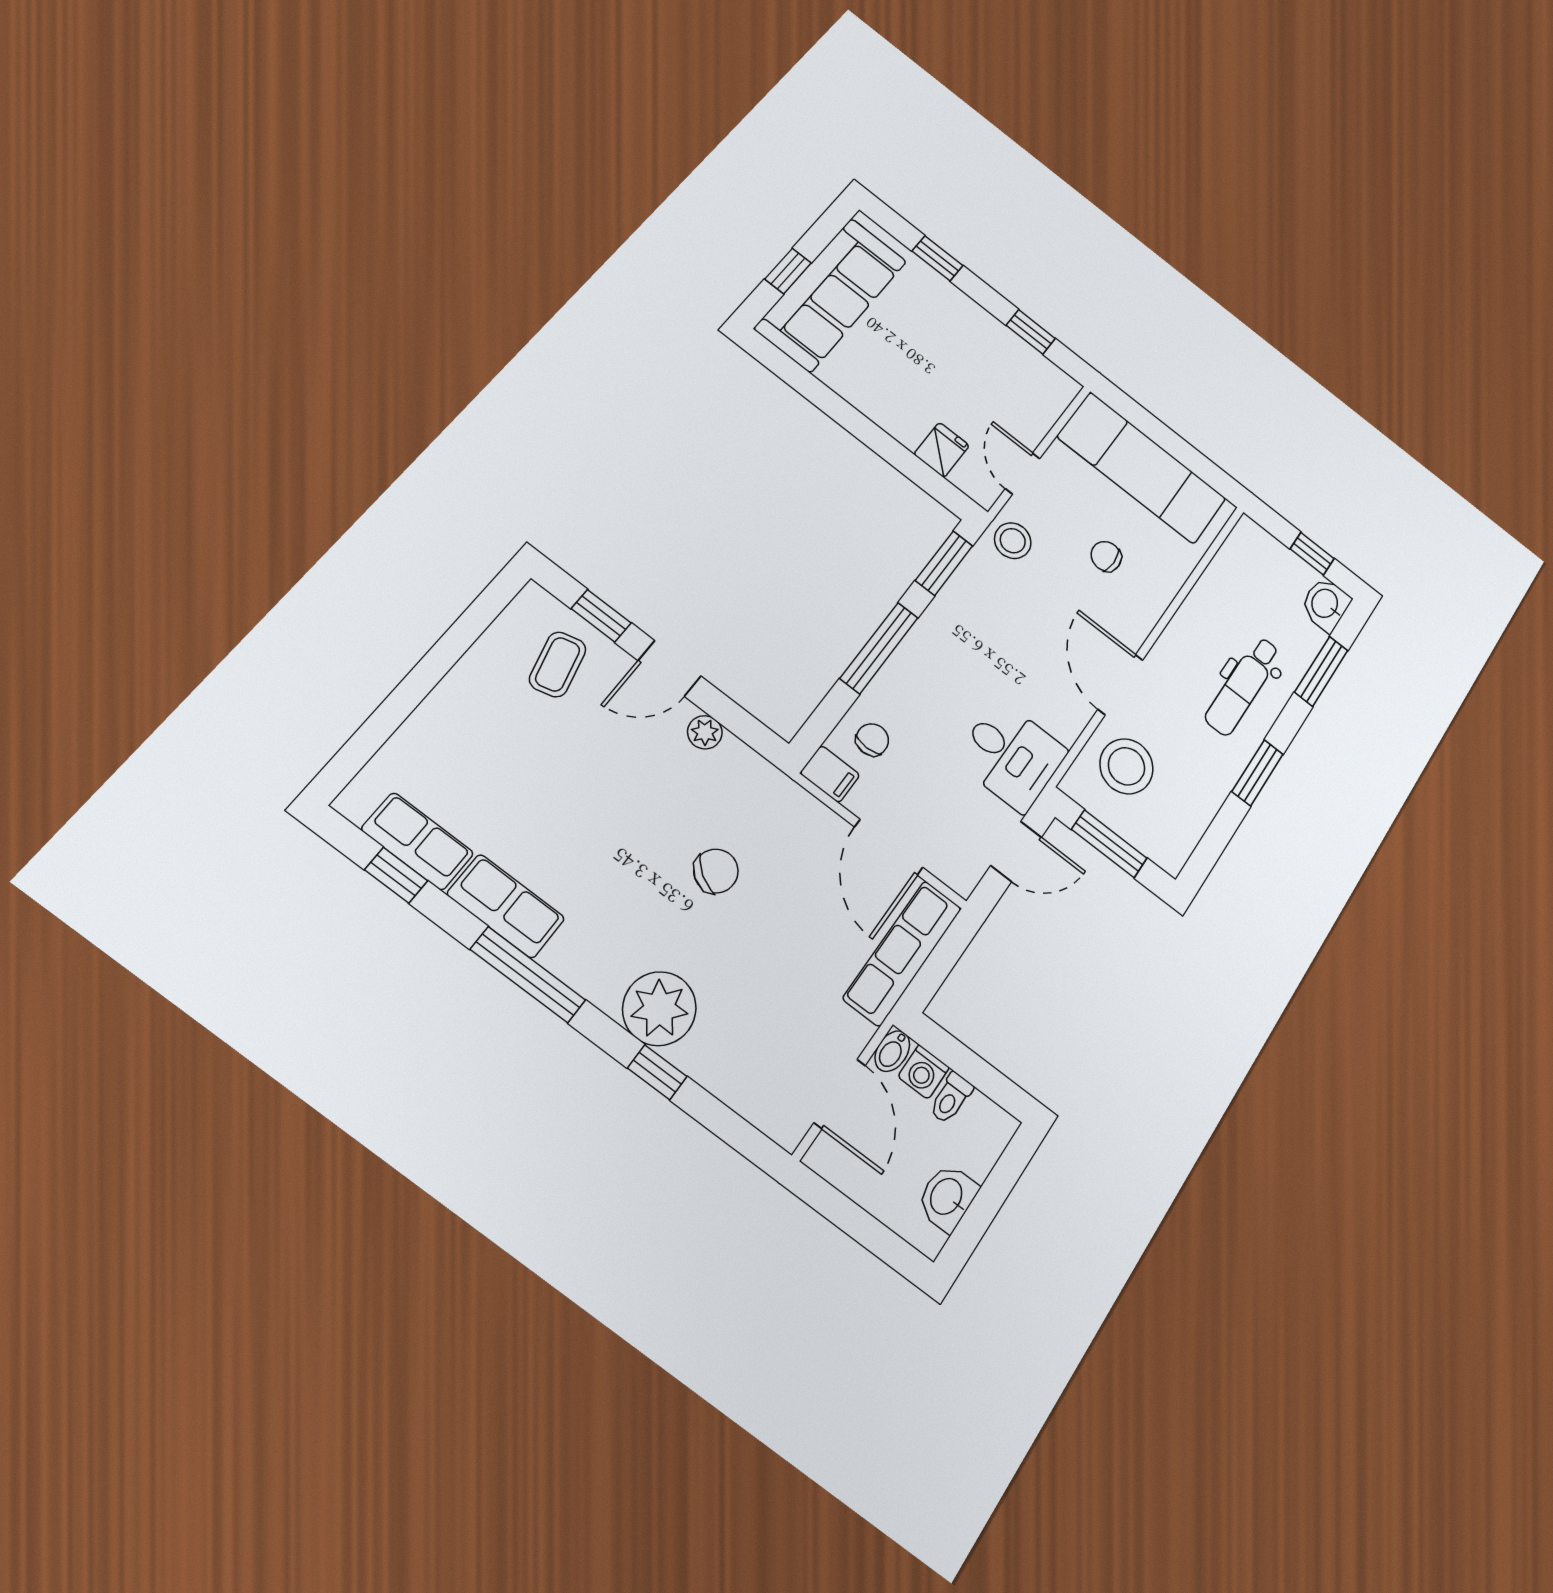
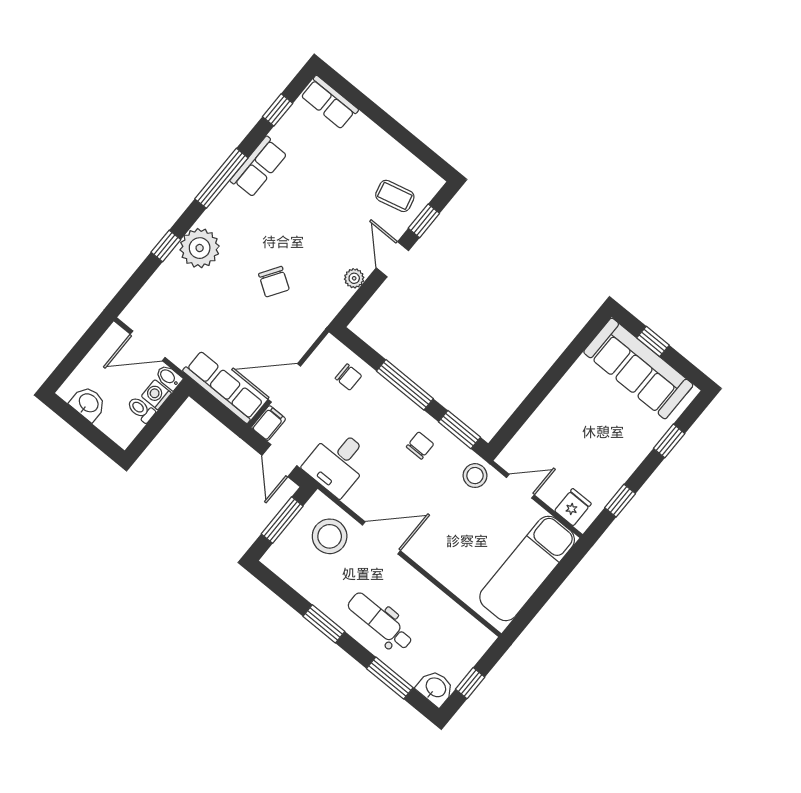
fridge: (942, 450) -> (573, 507), moved, turned -90
chair: (1106, 556) -> (420, 445), moved
filing cabinet: (830, 774) -> (269, 423), moved, turned 180
row of seats: (417, 841) -> (329, 102), moved, turned 90

